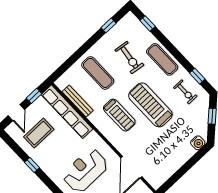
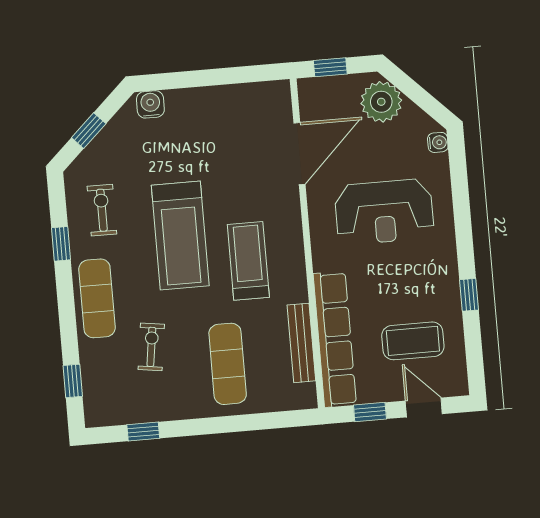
exercise bike: (129, 58) -> (151, 347), width x0.73, depth x0.72
window: (197, 76) -> (61, 244), moved
door: (16, 113) -> (424, 407), hinge flipped

